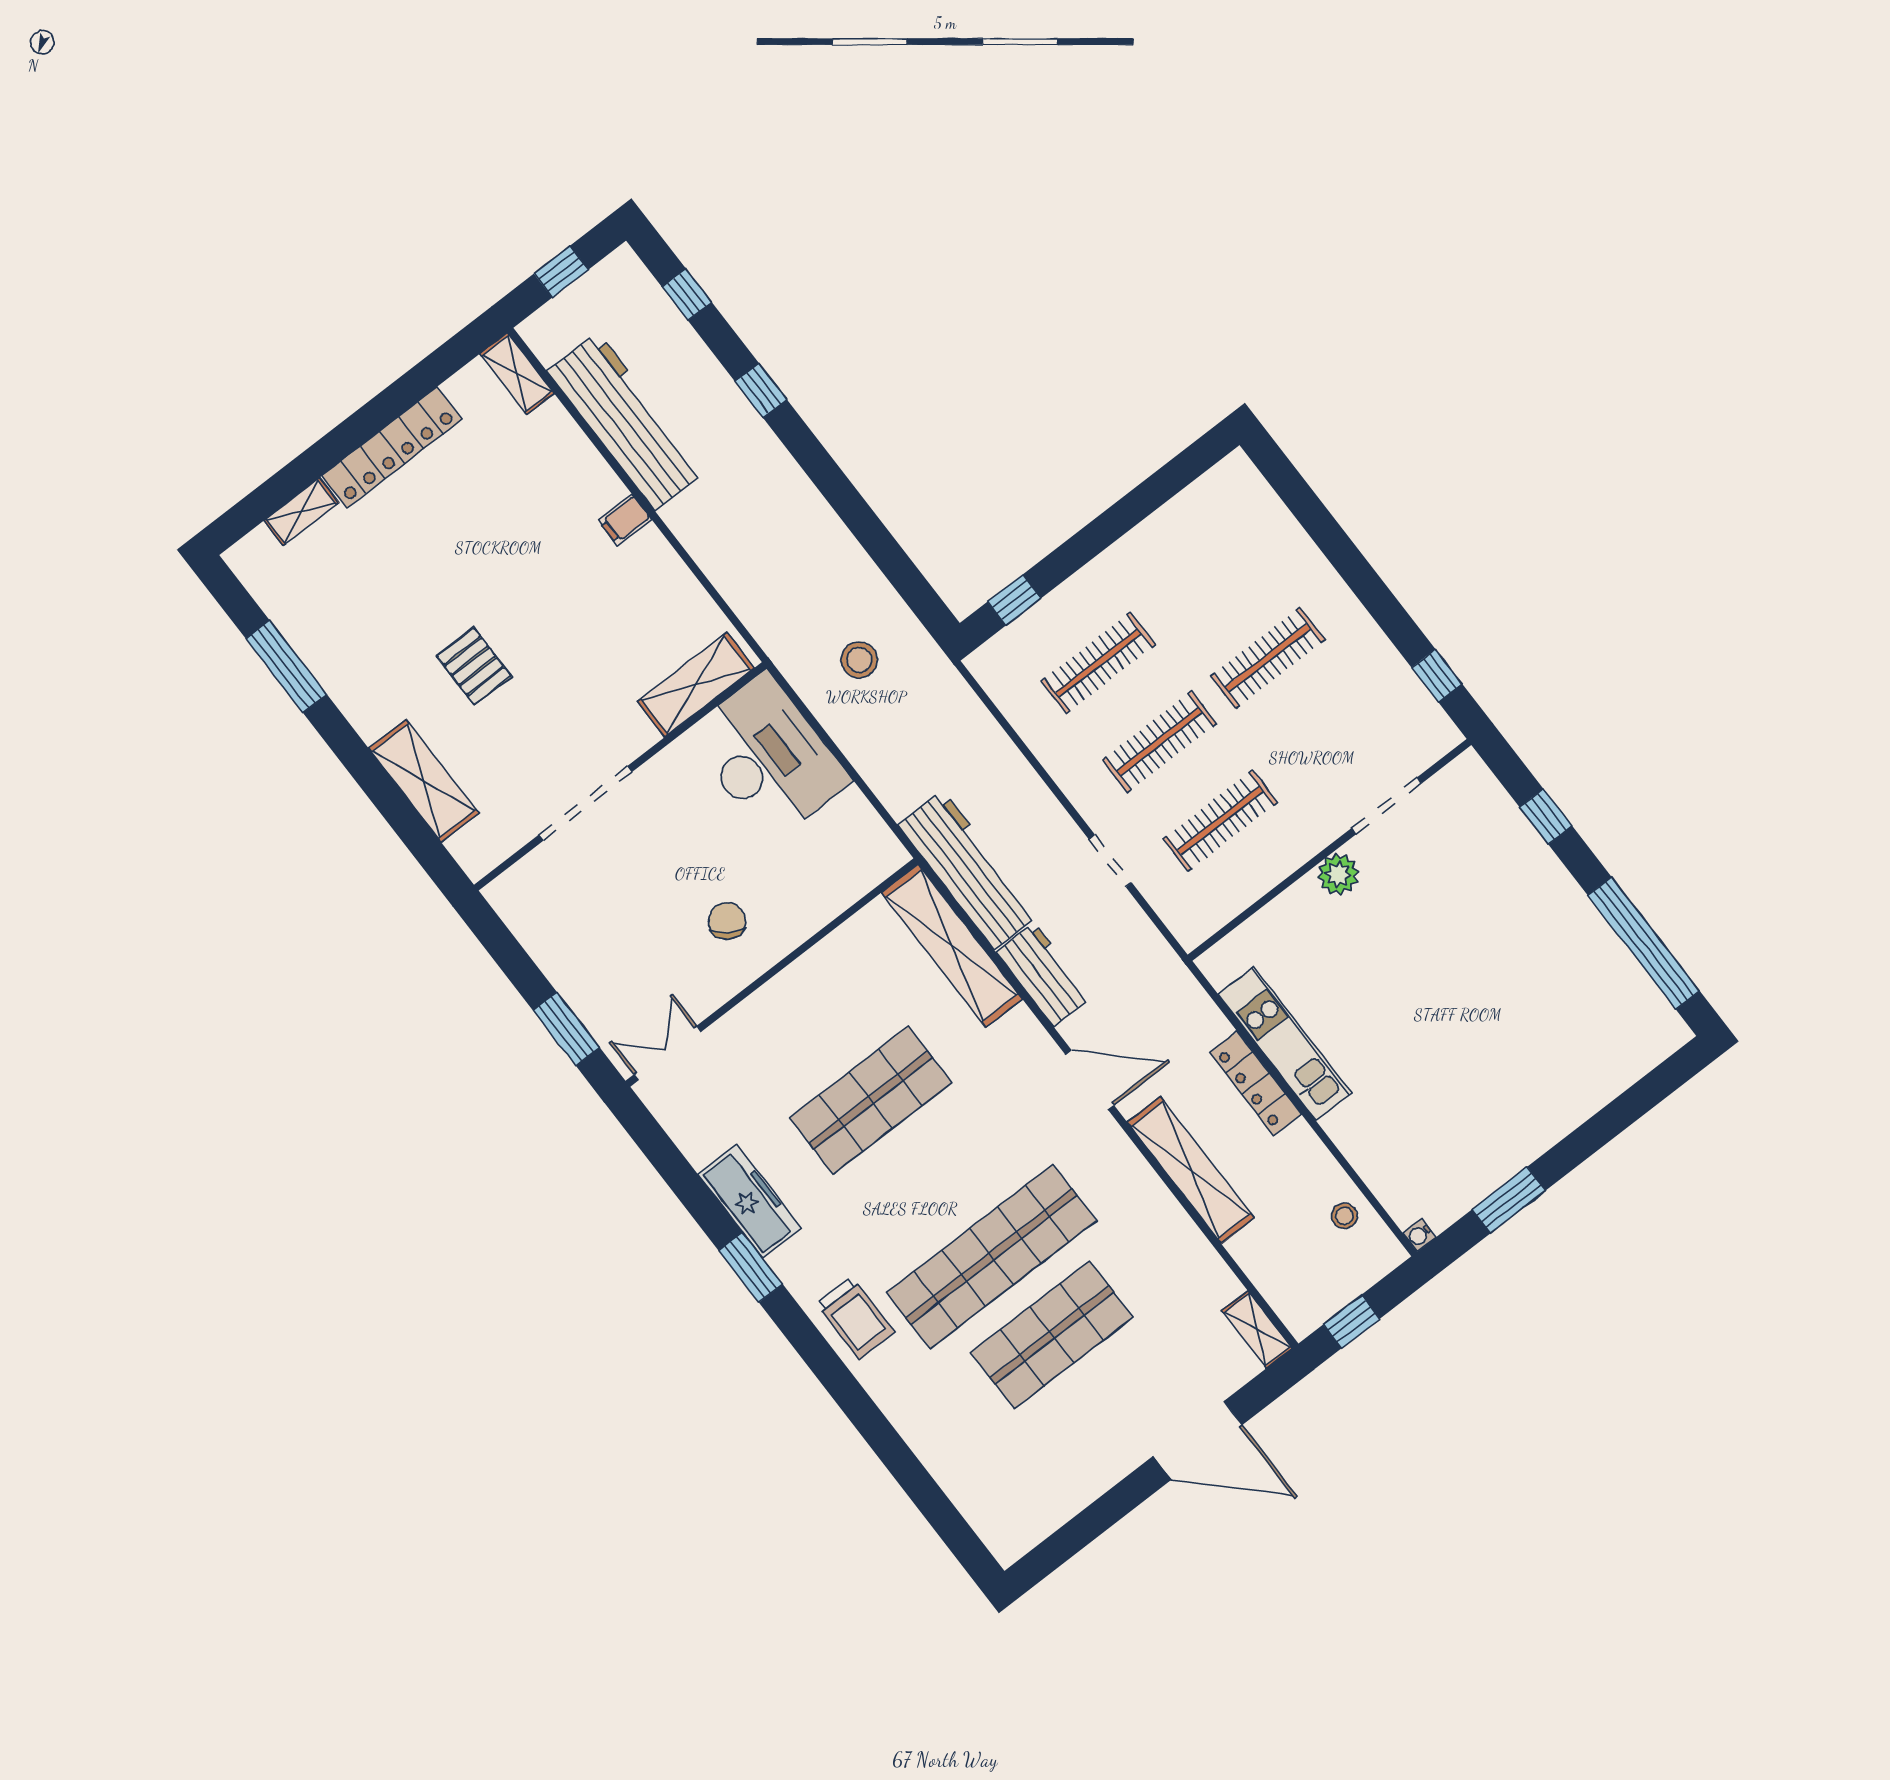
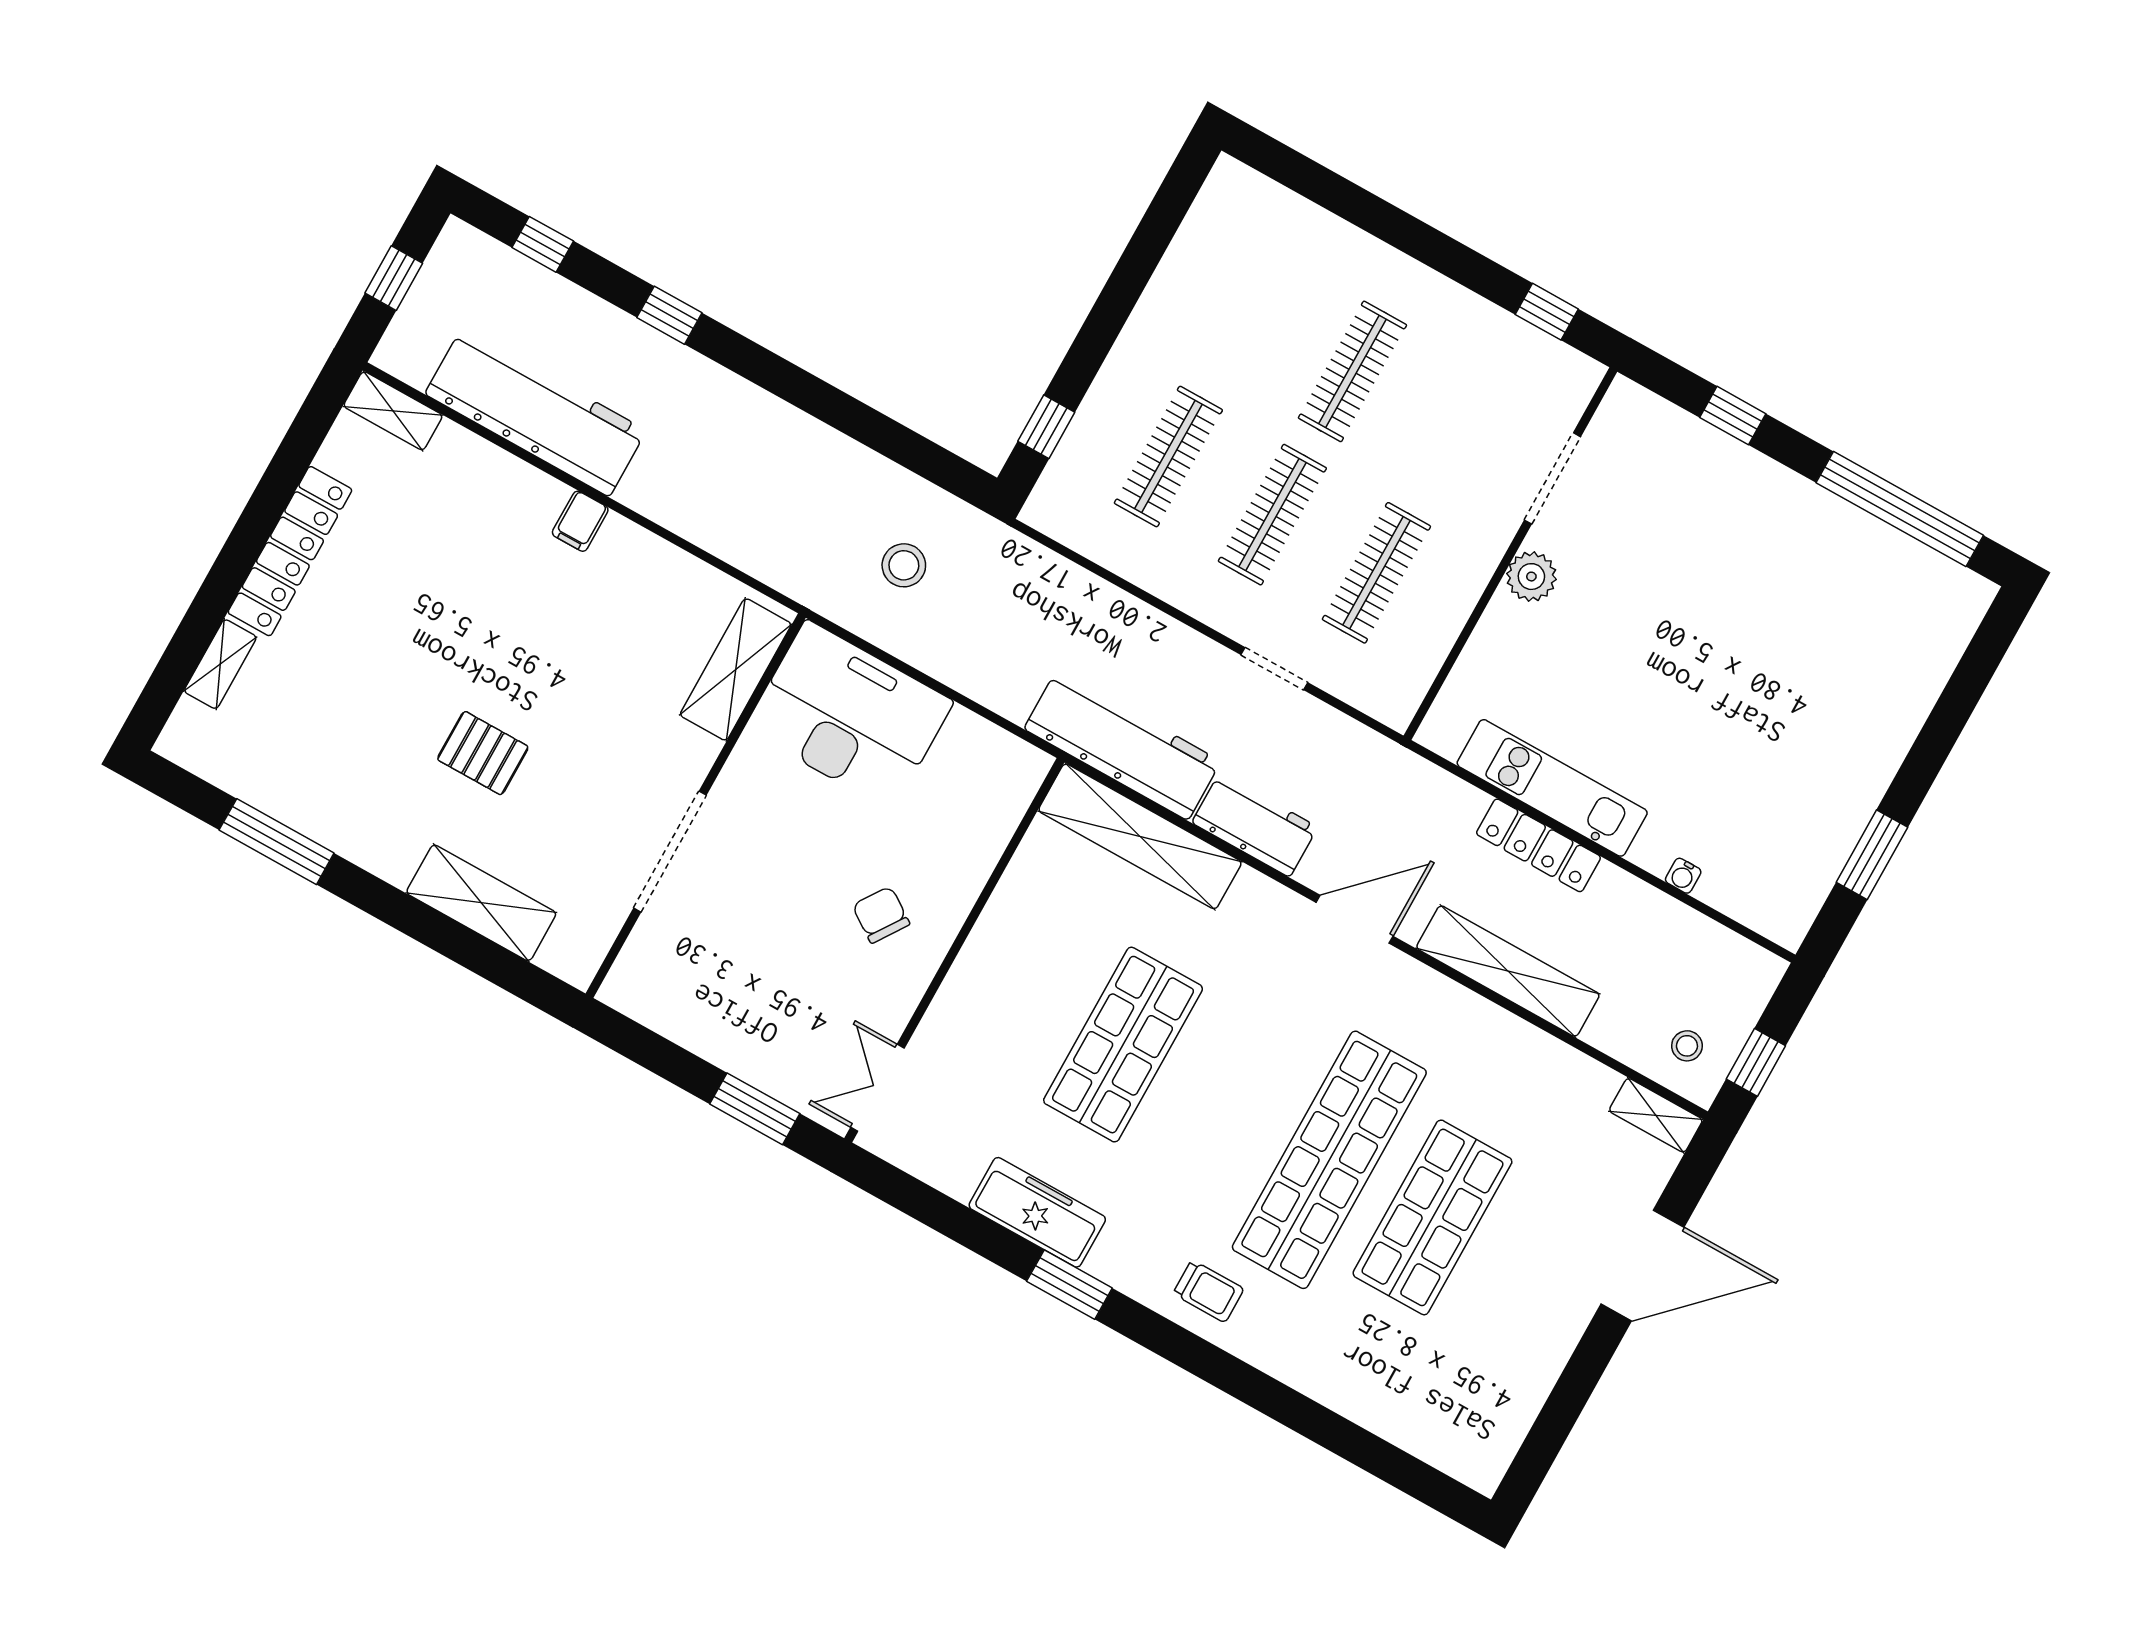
stool: (1344, 1216) -> (1687, 1046), moved
water cooler: (1419, 1235) -> (1683, 876), moved
trolley: (855, 1318) -> (1208, 1291), width x0.73, depth x0.72

